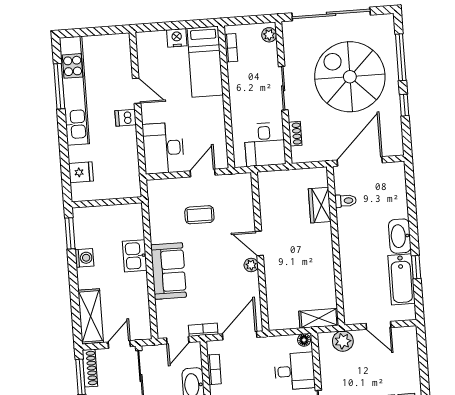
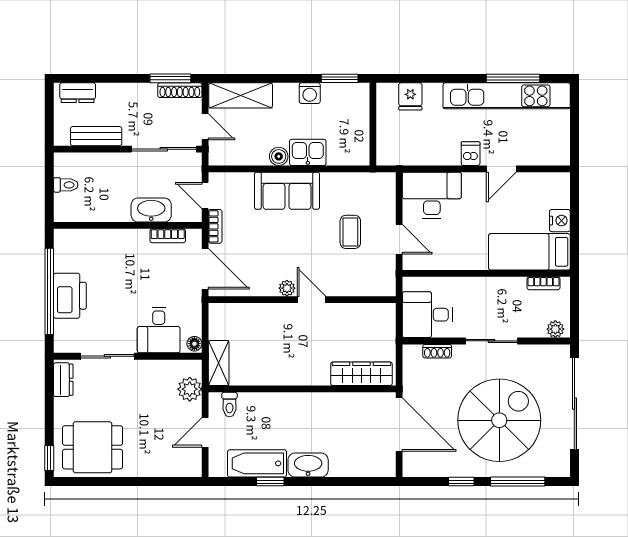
toilet: (346, 201) -> (229, 404), moved
wardrobe: (320, 205) -> (361, 374), width x1.50
door: (259, 243) -> (312, 300), hinge flipped
boiler: (140, 280) -> (279, 156), added

